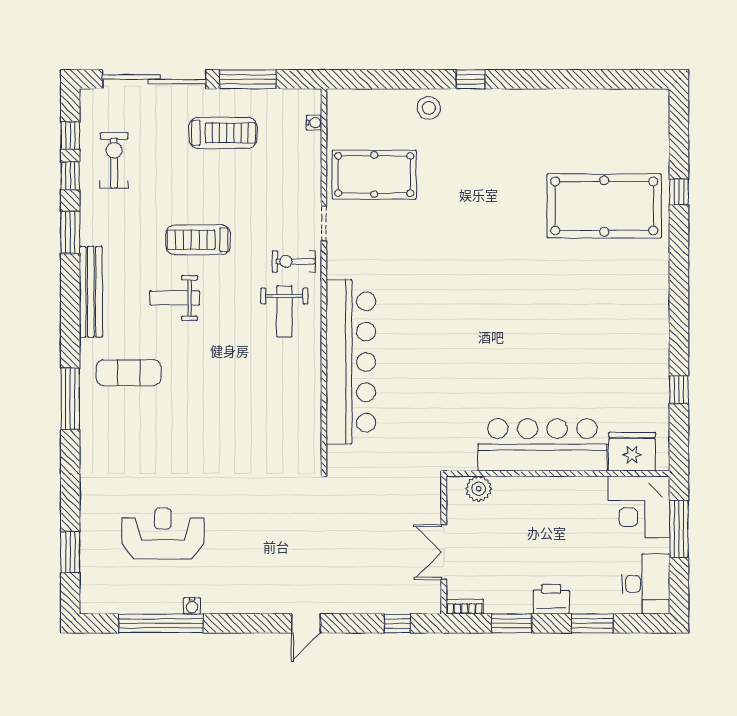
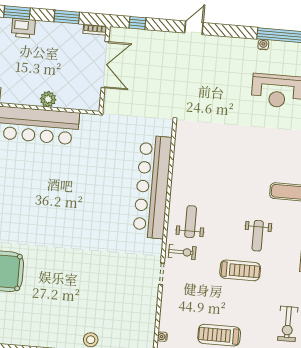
pool table: (374, 175) -> (128, 301), removed
weight bench: (175, 298) -> (258, 236), turned 90
plant: (479, 489) -> (48, 99), moved
double door: (444, 552) -> (105, 65), width x1.37
printer: (551, 599) -> (23, 28), moved

